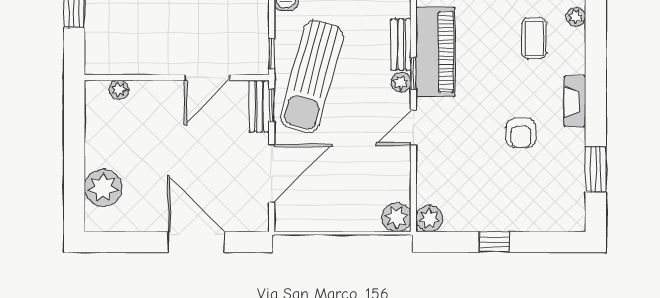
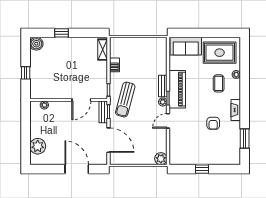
sun lounger: (312, 77) -> (125, 100), width x0.73, depth x0.75
door: (272, 173) -> (108, 140), hinge flipped
plant: (429, 219) -> (175, 159), removed

